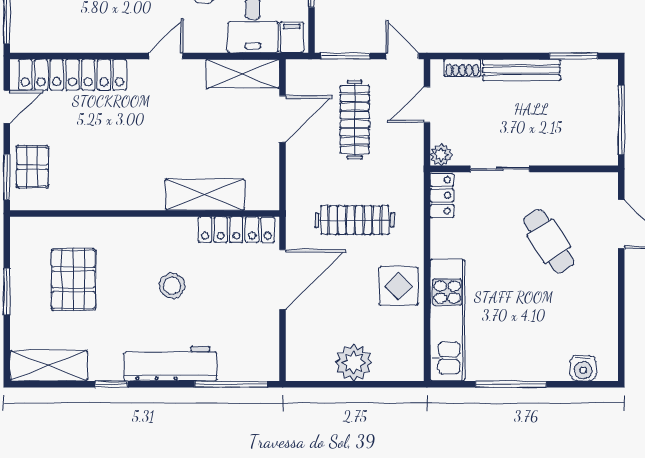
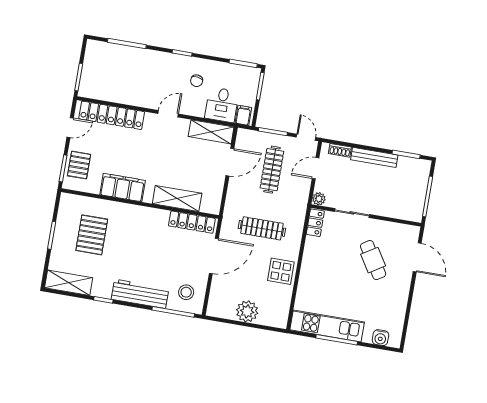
filing cabinet: (111, 192) -> (123, 188), added
stool: (172, 286) -> (186, 292), moved
kitchen unit: (447, 320) -> (327, 326), moved, turned -90

